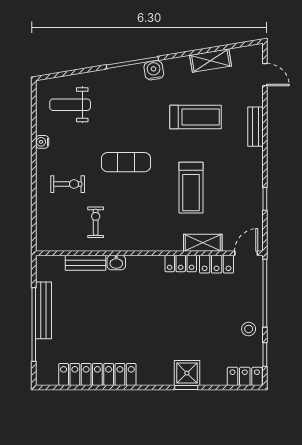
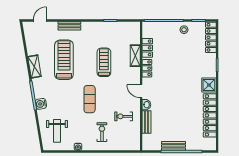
shelving: (211, 61) -> (34, 66), moved
water cooler: (154, 70) -> (41, 104), moved
treadmill: (196, 117) -> (64, 60), width x1.37, depth x1.38
treadmill: (191, 188) -> (104, 62), turned -90
door: (246, 253) -> (141, 91), moved
bench: (44, 310) -> (174, 146), width x0.73
shower: (187, 373) -> (209, 85), moved
locker: (245, 376) -> (211, 37), width x1.53

